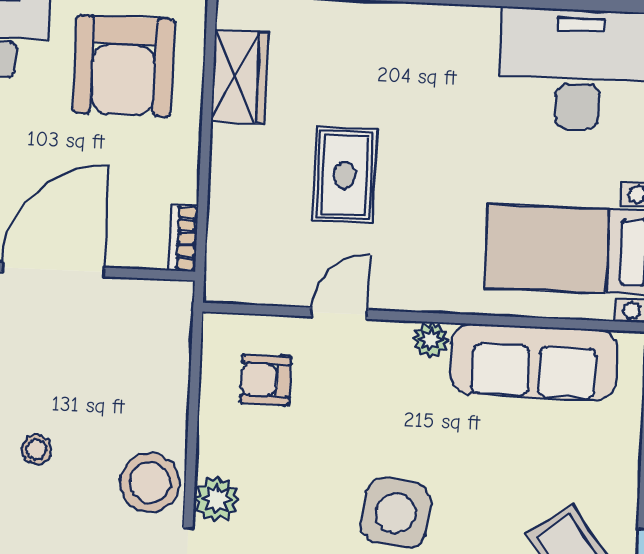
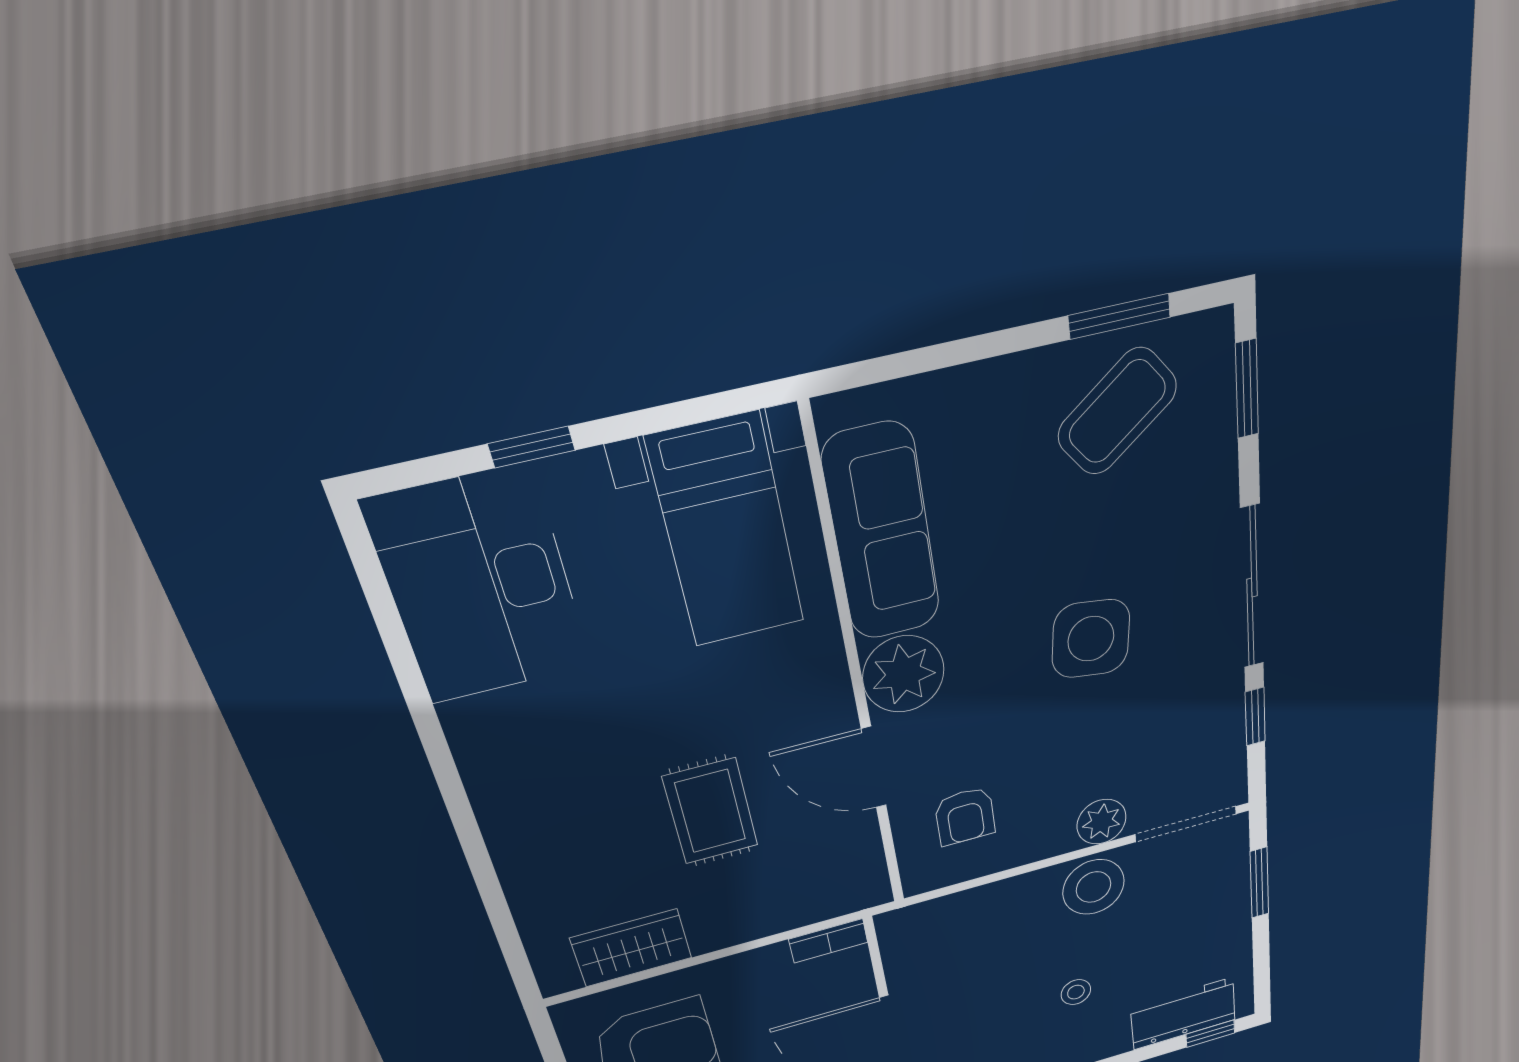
rug: (345, 175) -> (710, 811), turned 90
door: (339, 313) -> (874, 767), width x1.38
plant: (430, 340) -> (903, 674), width x1.87, depth x1.87

